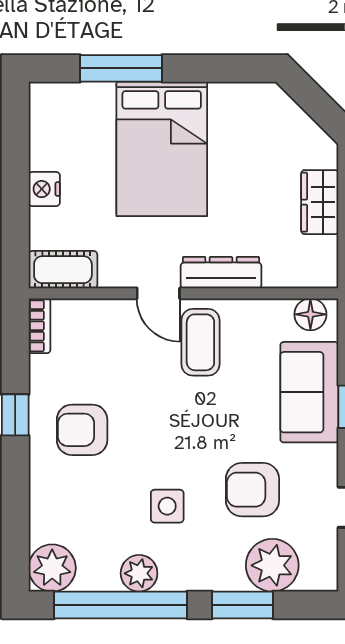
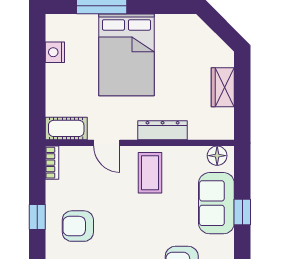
nightstand: (44, 189) -> (55, 52), moved
door: (158, 293) -> (107, 143), moved

